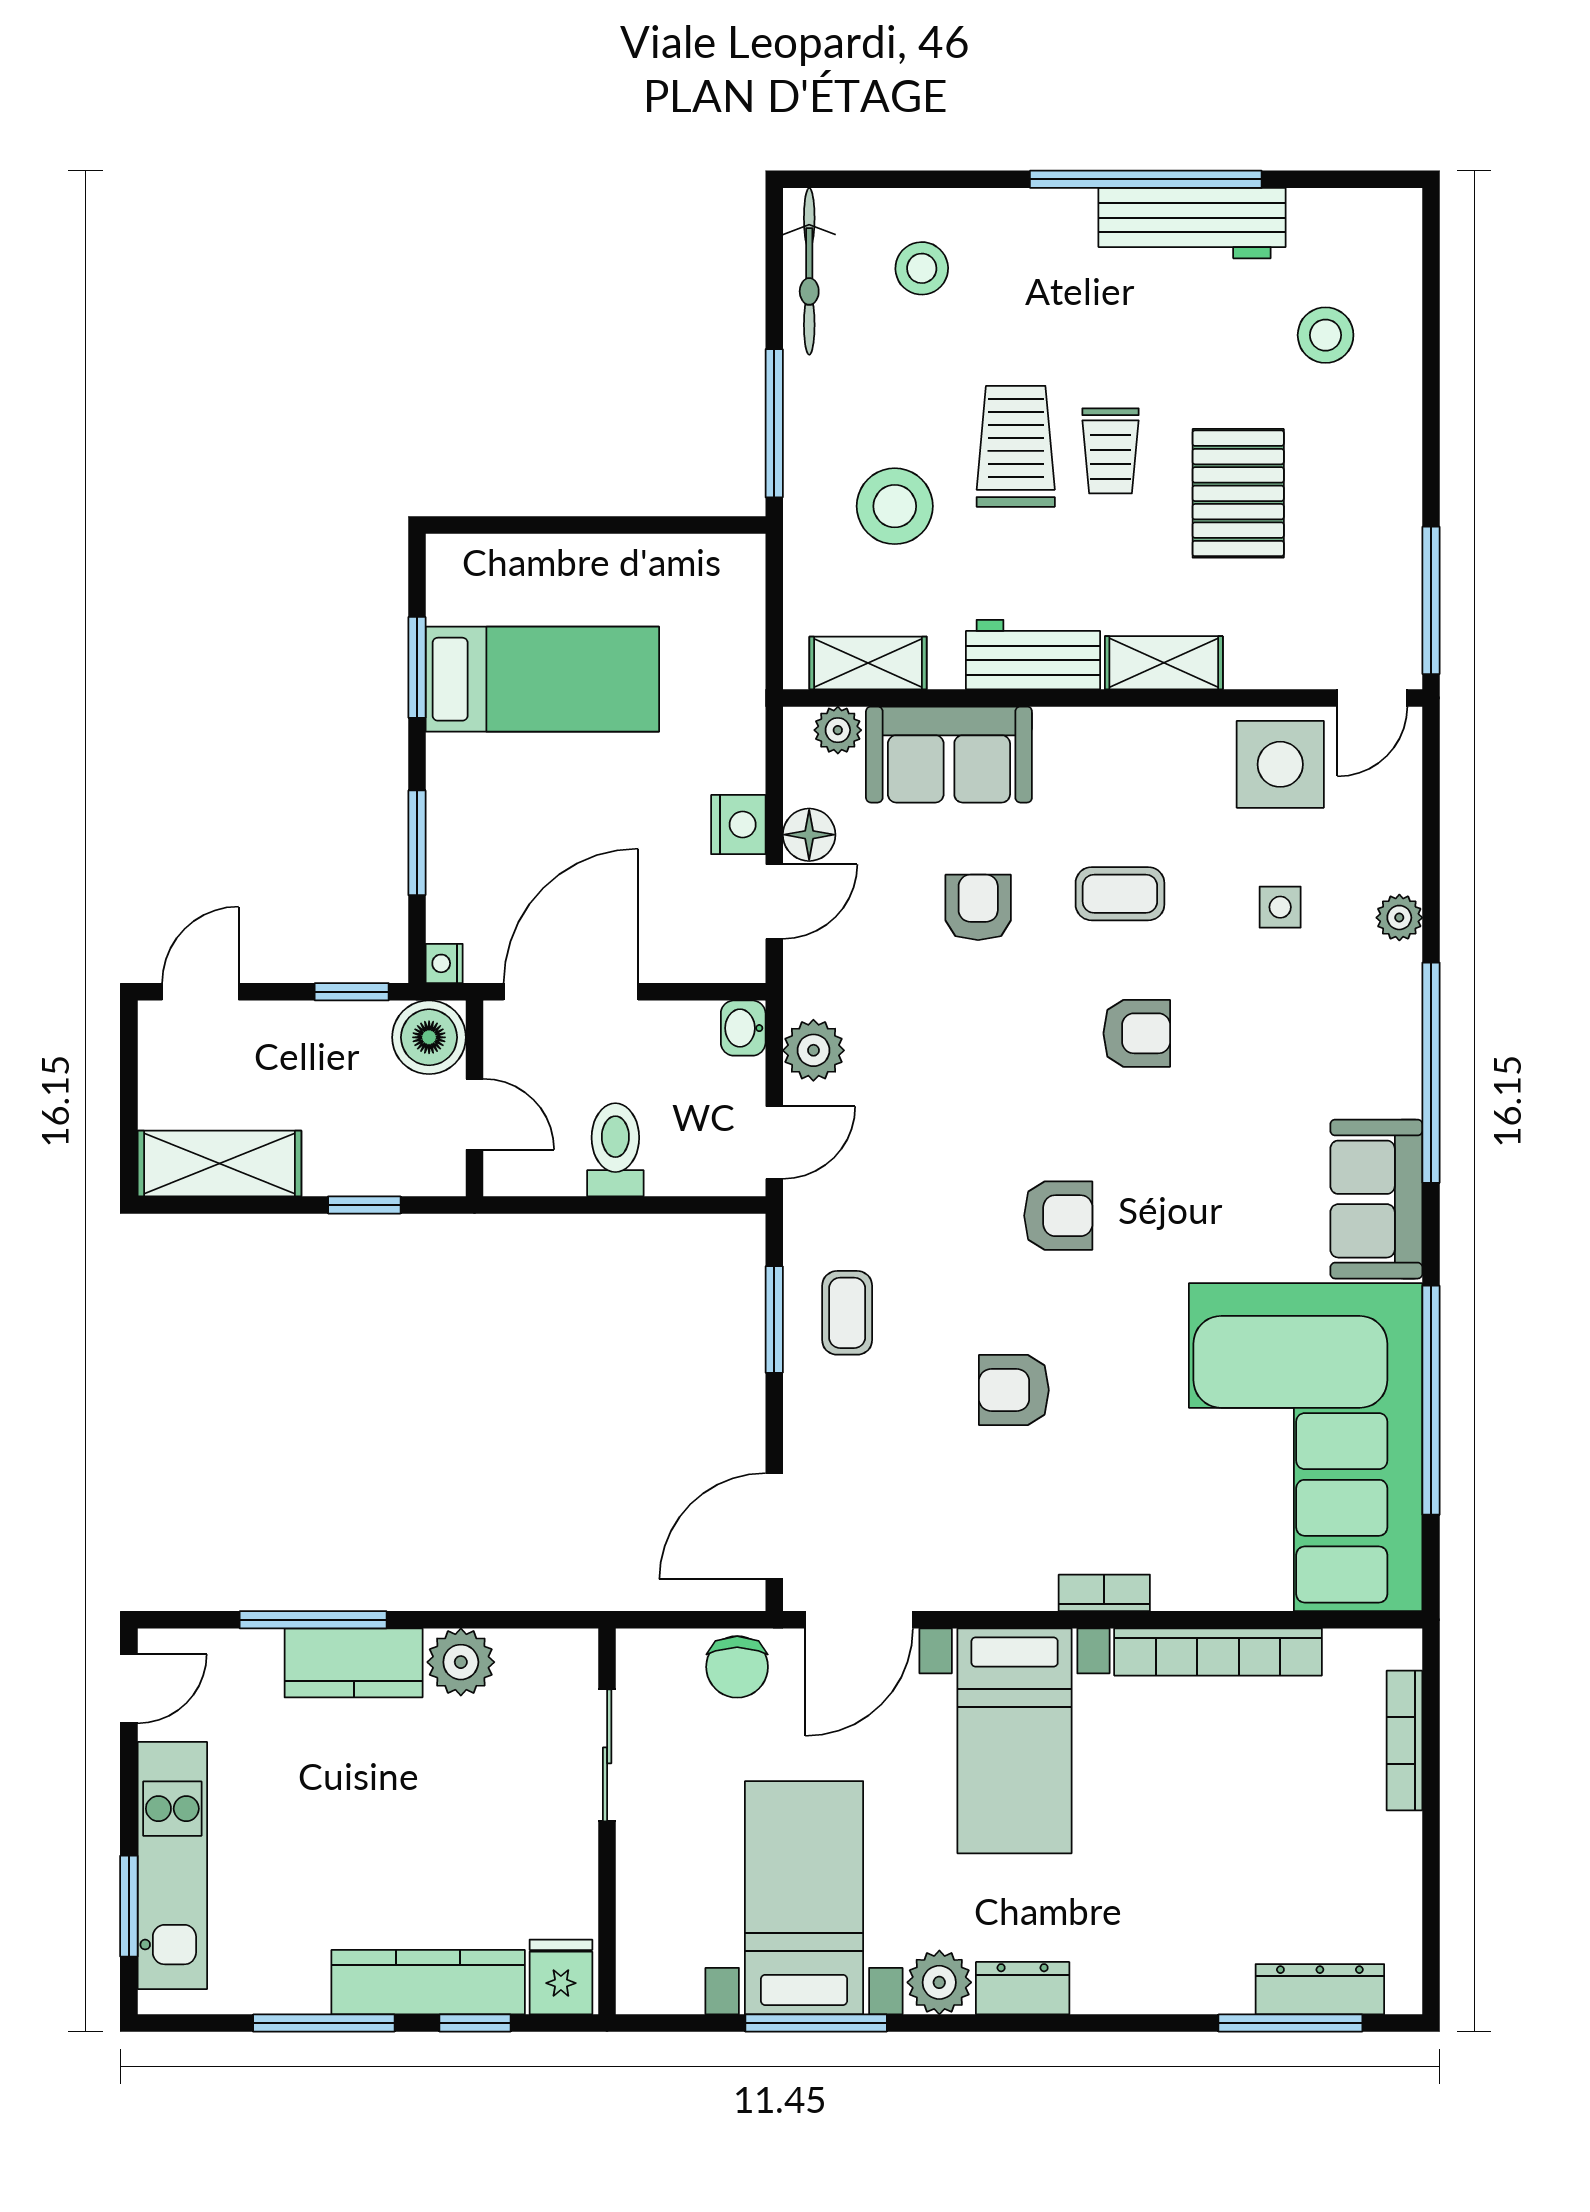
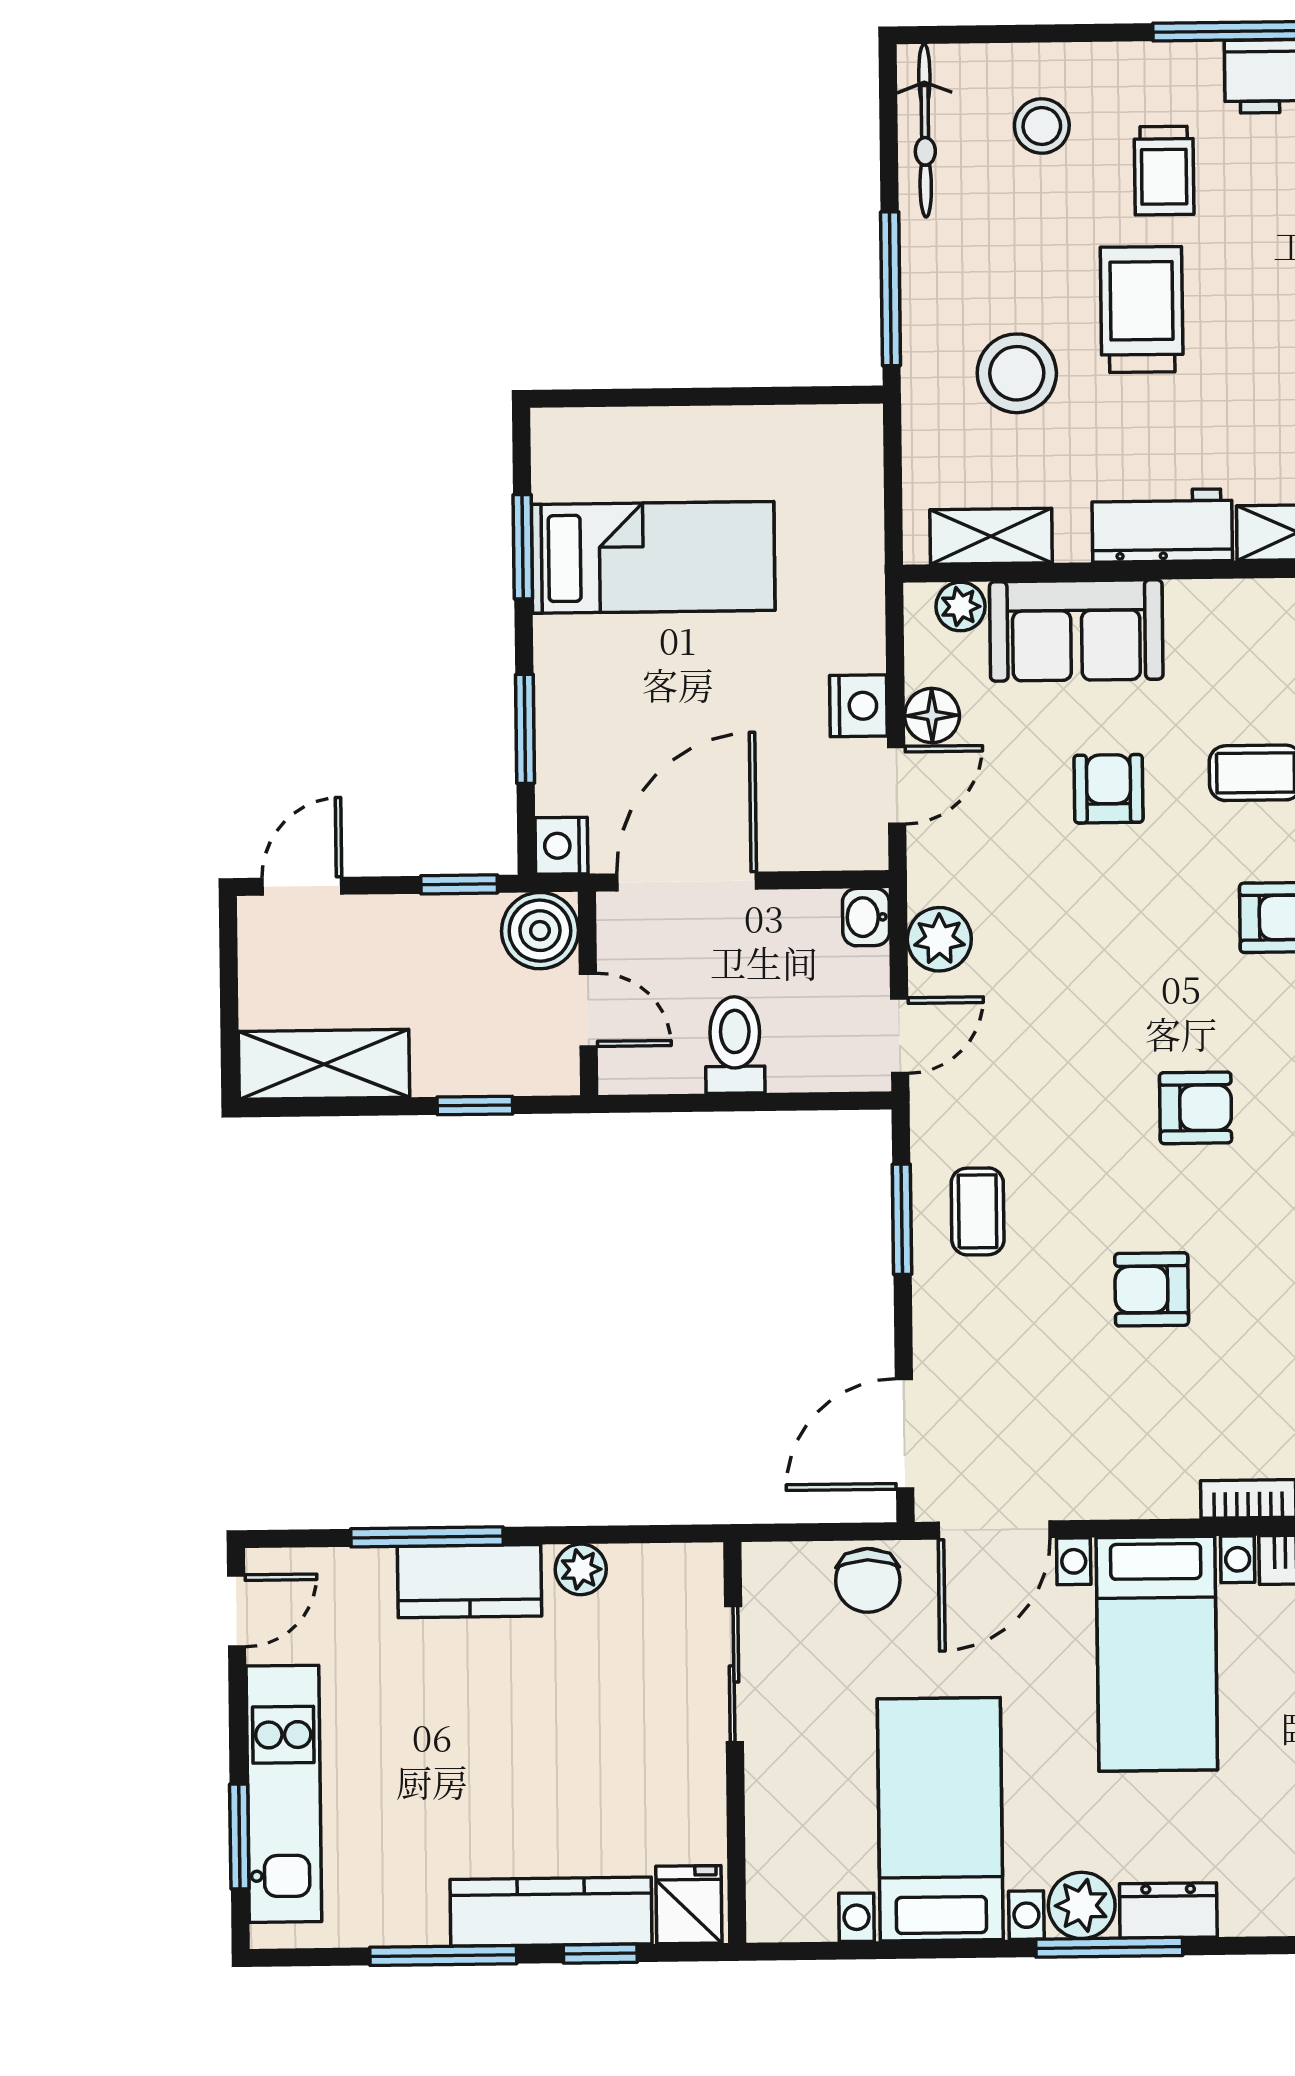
trolley: (1110, 451) -> (1164, 171), moved
nightstand: (444, 963) -> (561, 846), width x1.39, depth x1.35
plant: (461, 1662) -> (581, 1569), width x0.73, depth x0.73
window: (816, 2023) -> (1109, 1947), moved

